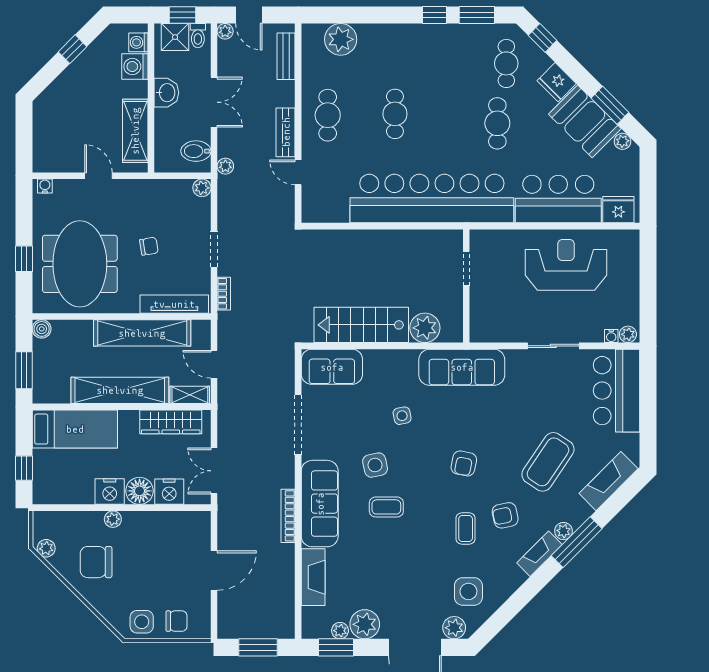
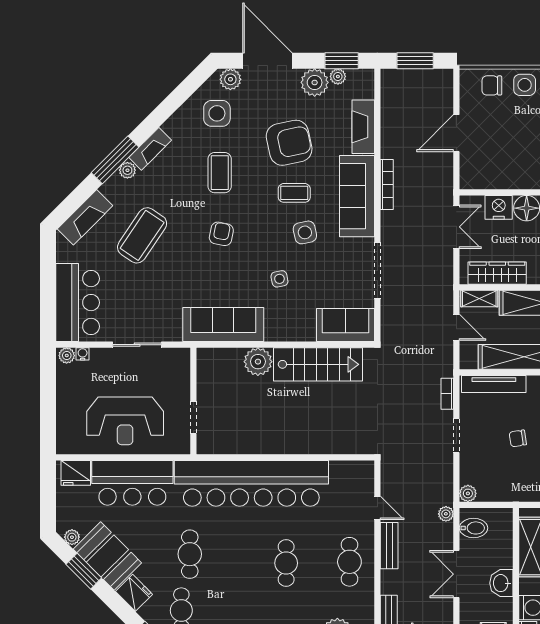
doorway: (466, 269) -> (193, 417), moved
wall: (466, 286) -> (193, 401), moved
armchair: (505, 515) -> (289, 143), moved, width x1.88, depth x1.88
coffee table: (466, 528) -> (220, 173), width x1.36, depth x1.30

